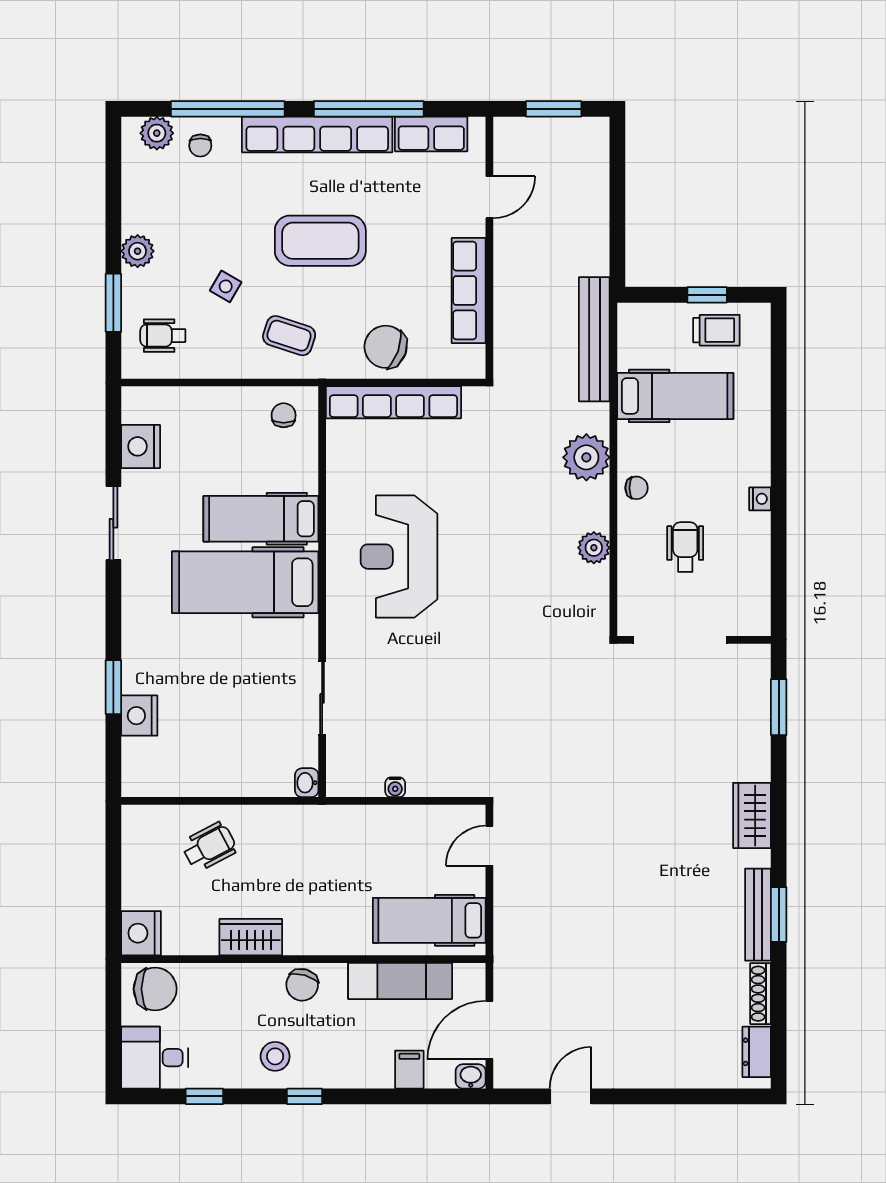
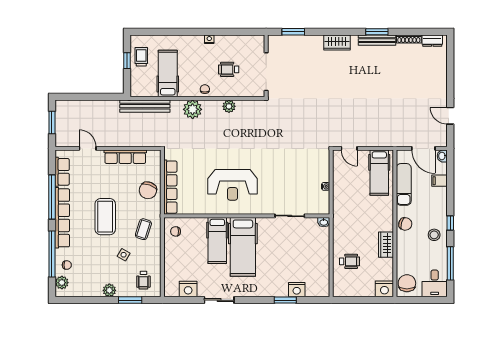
wheelchair: (209, 847) -> (350, 261), turned 118
window: (204, 1096) -> (450, 263), width x2.17

